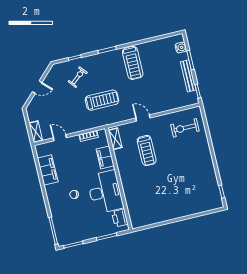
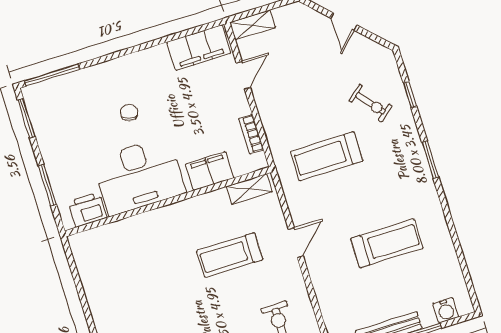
treadmill: (133, 63) -> (387, 243), moved, turned 180
treadmill: (102, 100) -> (327, 156), turned 90
filing cabinet: (48, 170) -> (199, 48), moved

